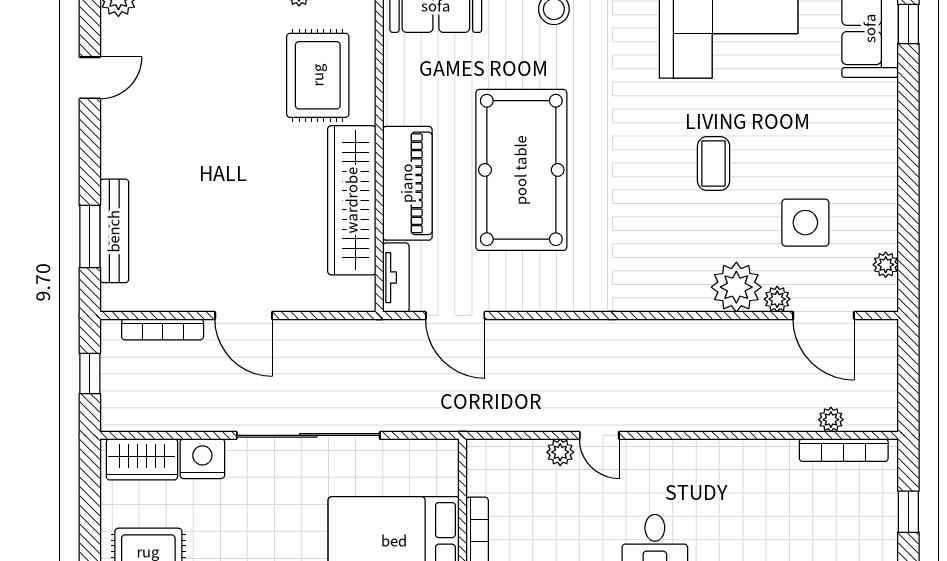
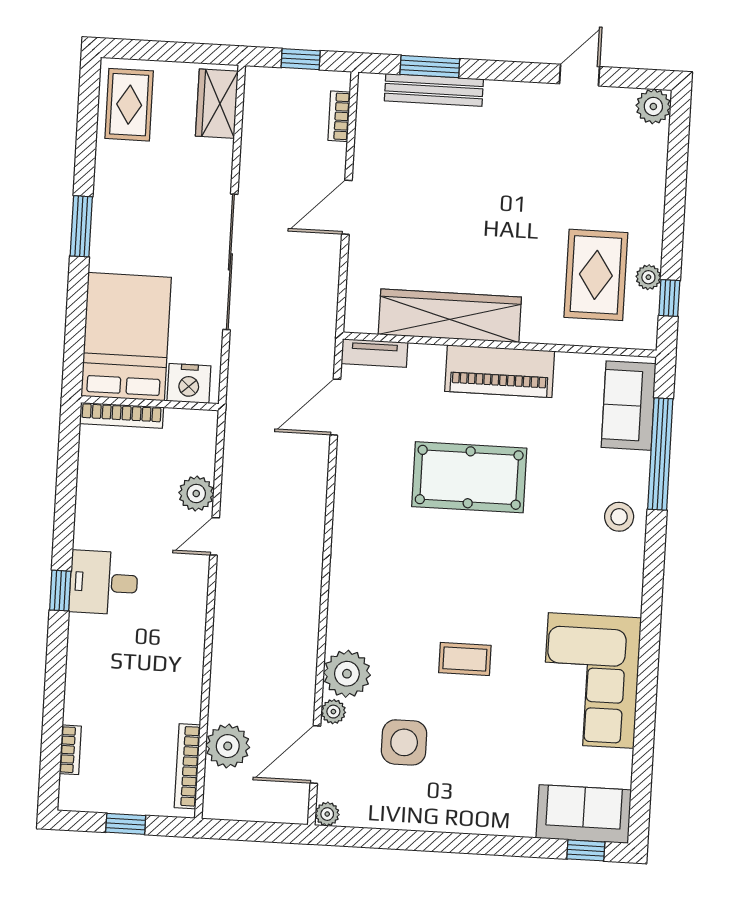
rug: (318, 75) -> (596, 275), moved, turned 90
door: (90, 78) -> (579, 75), swing flipped
pool table: (521, 170) -> (469, 477), width x0.73, depth x0.76
piano: (407, 183) -> (500, 371), moved
plant: (886, 265) -> (327, 814), moved
bookcase: (163, 329) -> (339, 116), width x0.64
plant: (831, 420) -> (228, 746), width x1.87, depth x1.87
plant: (560, 452) -> (196, 494), width x1.38, depth x1.38
nightstand: (202, 459) -> (189, 383), moved, turned 90

